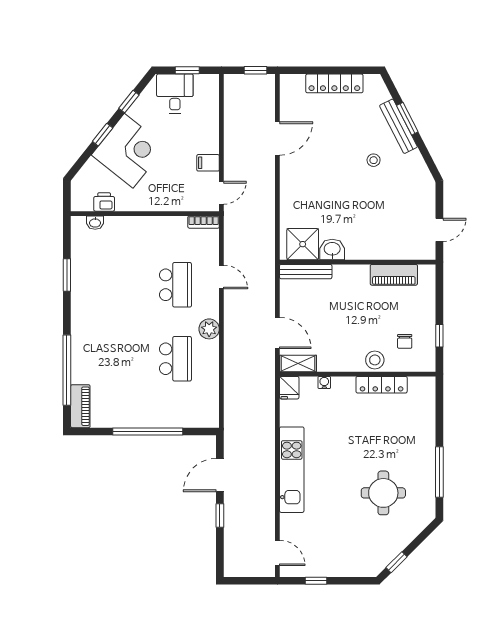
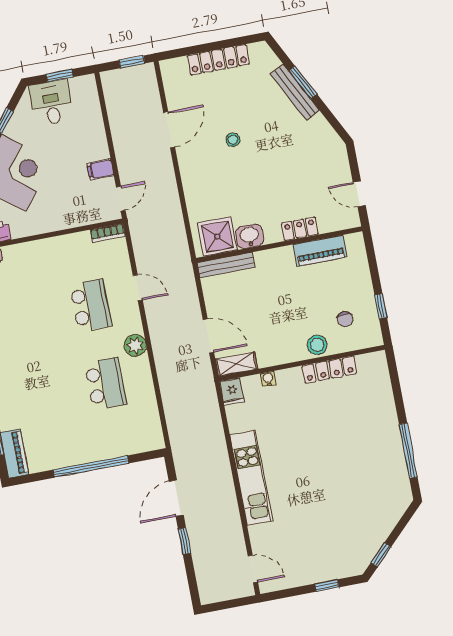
stool: (374, 160) -> (233, 140), moved
door: (439, 230) -> (359, 194), swing flipped
locker: (379, 251) -> (300, 229), added
round table: (383, 493) -> (353, 484), removed
window: (316, 581) -> (327, 586), moved

